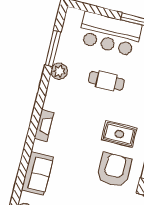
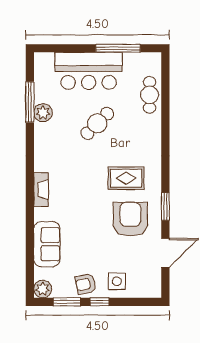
plant: (59, 71) -> (43, 113), moved
cafe table: (106, 81) -> (97, 123), turned -45

